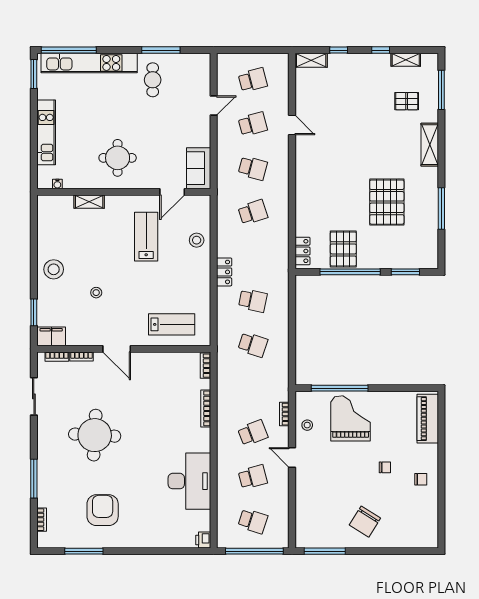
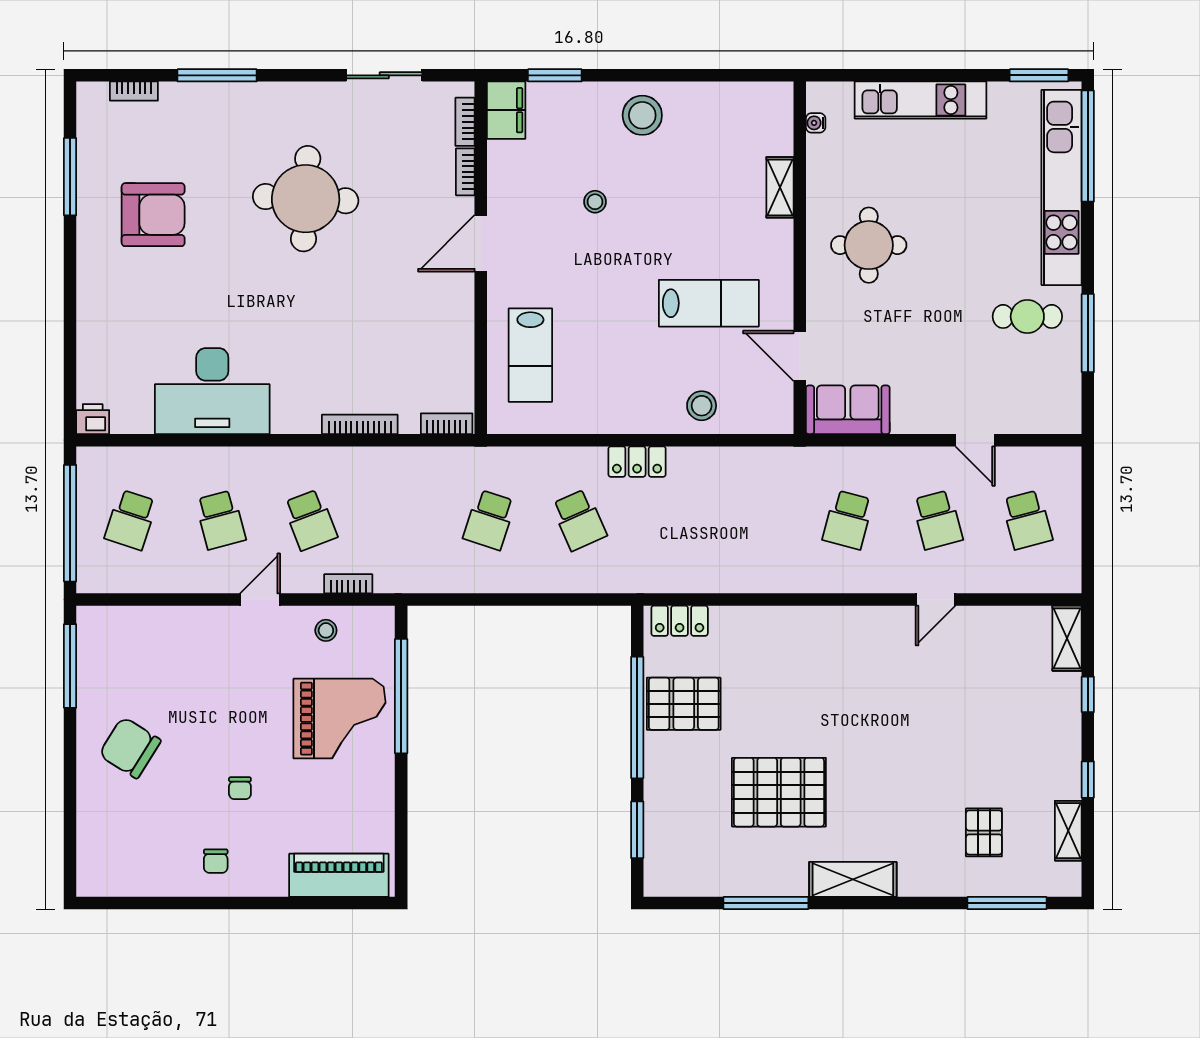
shelving: (430, 145) -> (853, 879), moved
school desk: (253, 212) -> (758, 520), removed
school desk: (253, 301) -> (579, 520), turned -36

